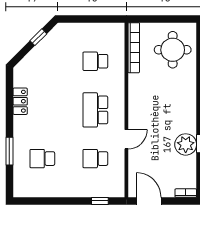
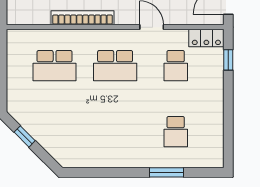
bookcase: (134, 48) -> (83, 18), moved
school desk: (95, 61) -> (55, 66), width x1.85
locker: (20, 101) -> (206, 38), moved, turned 180

